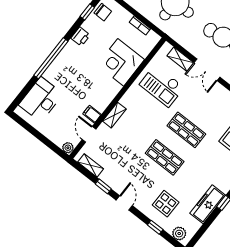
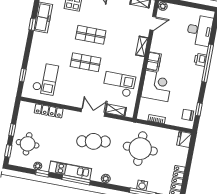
printer: (81, 37) -> (200, 60), moved
filing cabinet: (92, 114) -> (154, 62), moved, width x2.00
door: (89, 134) -> (153, 23), hinge flipped

